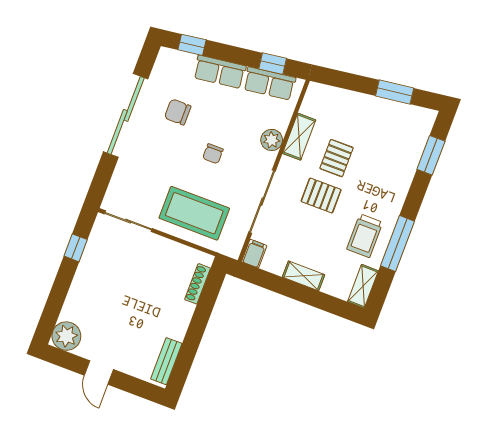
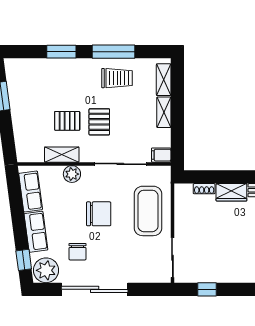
window: (273, 64) -> (15, 195), removed
plant: (170, 67) -> (46, 270), added
chair: (213, 154) -> (99, 214), width x1.87, depth x1.87
window: (431, 155) -> (61, 52), moved
shoe rack: (198, 284) -> (204, 189), width x0.70
shelving: (363, 286) -> (164, 80), moved, turned 90
wardrobe: (179, 320) -> (231, 192), added

